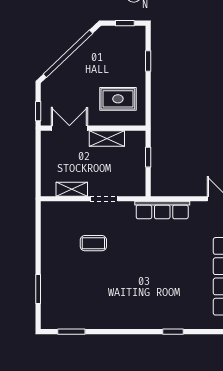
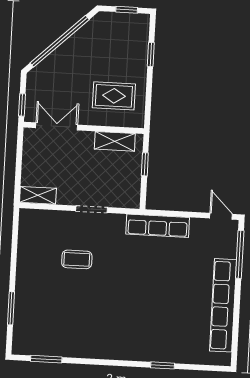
shelving: (107, 138) -> (115, 141), moved
shelving: (72, 189) -> (38, 195), moved

